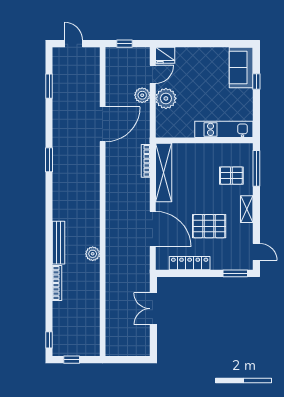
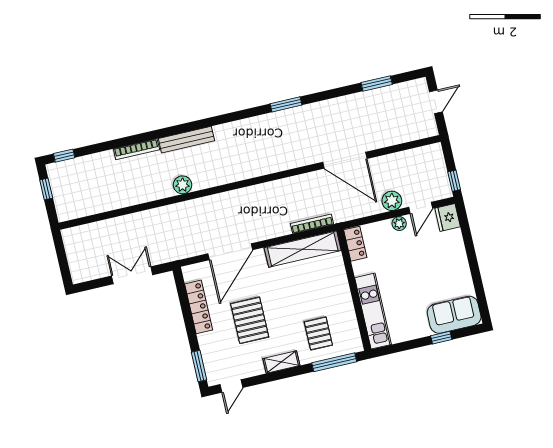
window: (124, 44) -> (454, 181), moved
door: (153, 74) -> (421, 208), hinge flipped
plant: (166, 98) -> (399, 224), width x0.53, depth x0.53
locker: (169, 131) -> (355, 244), added

